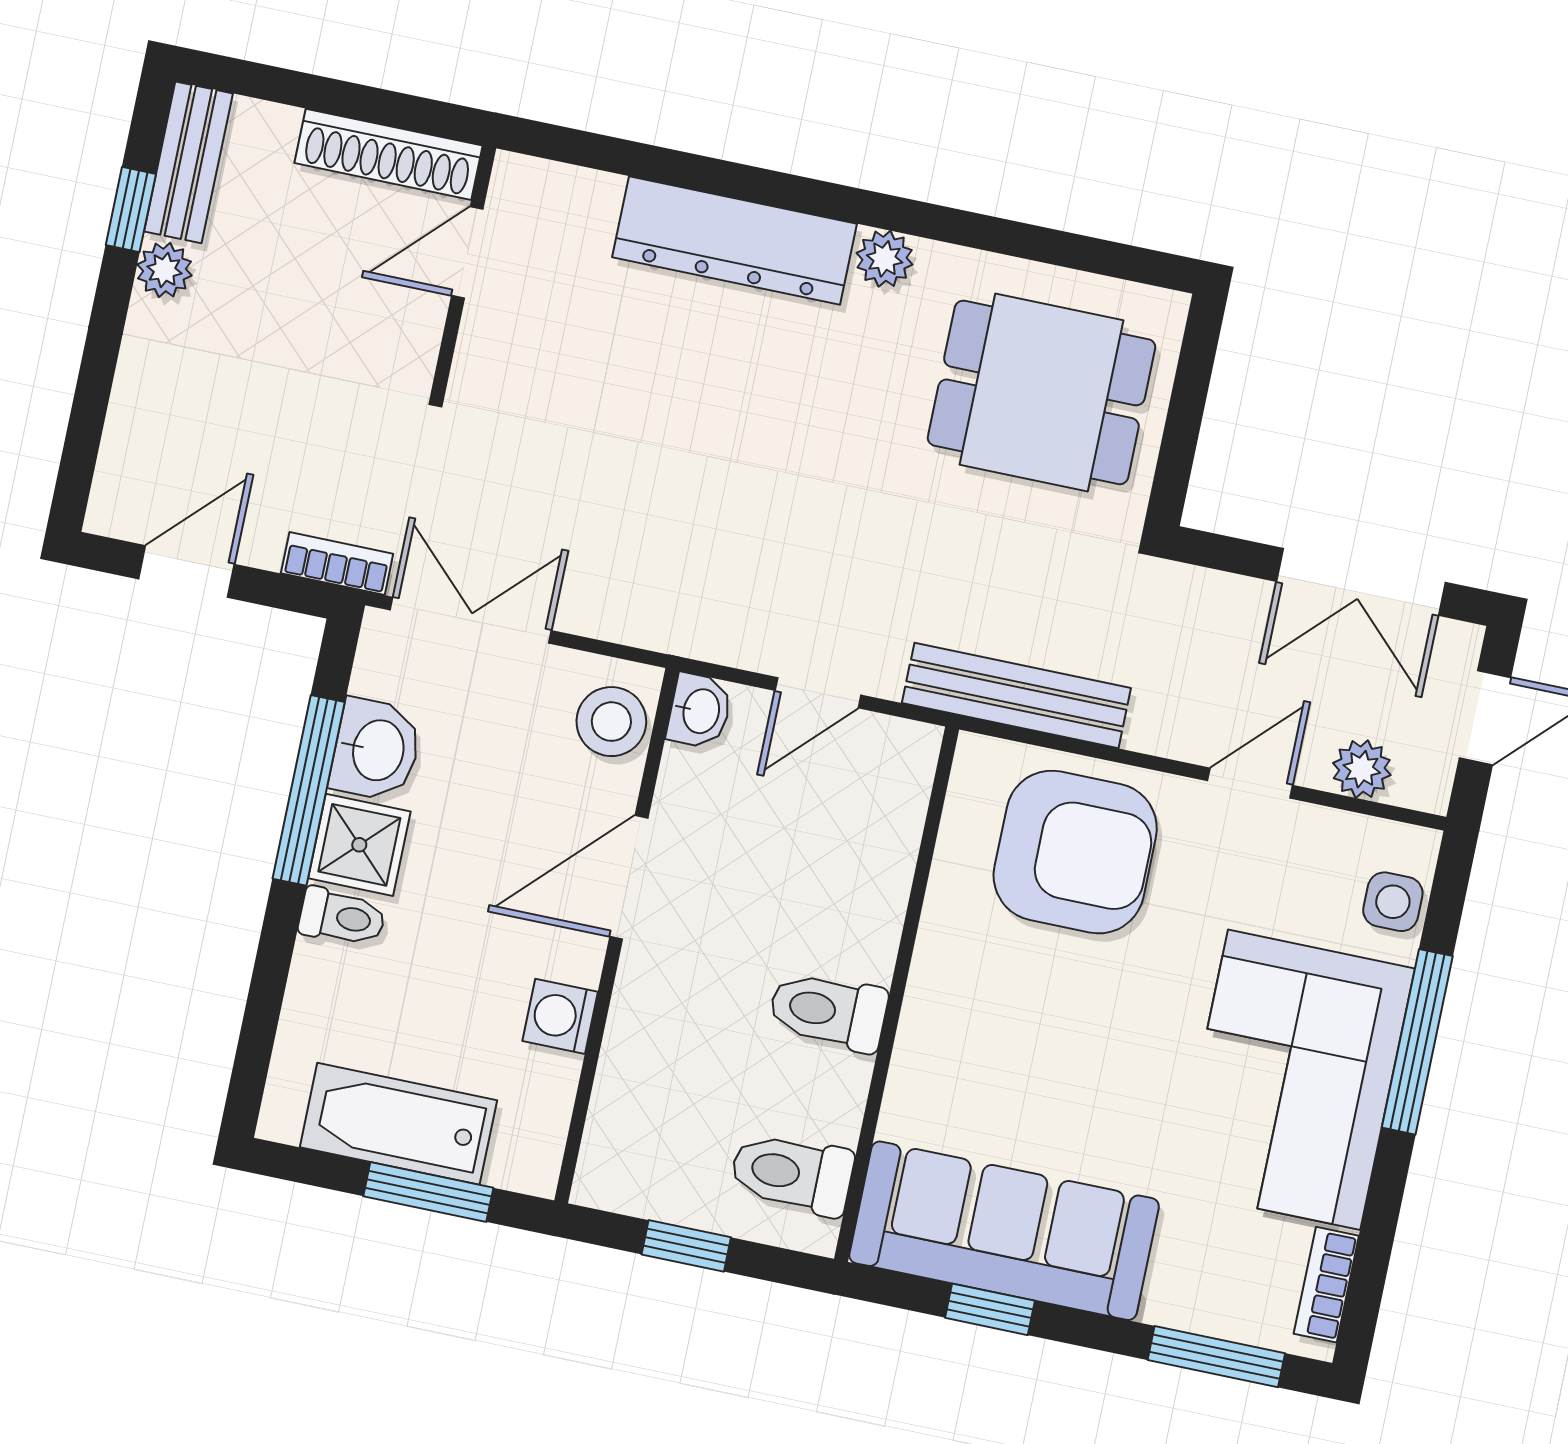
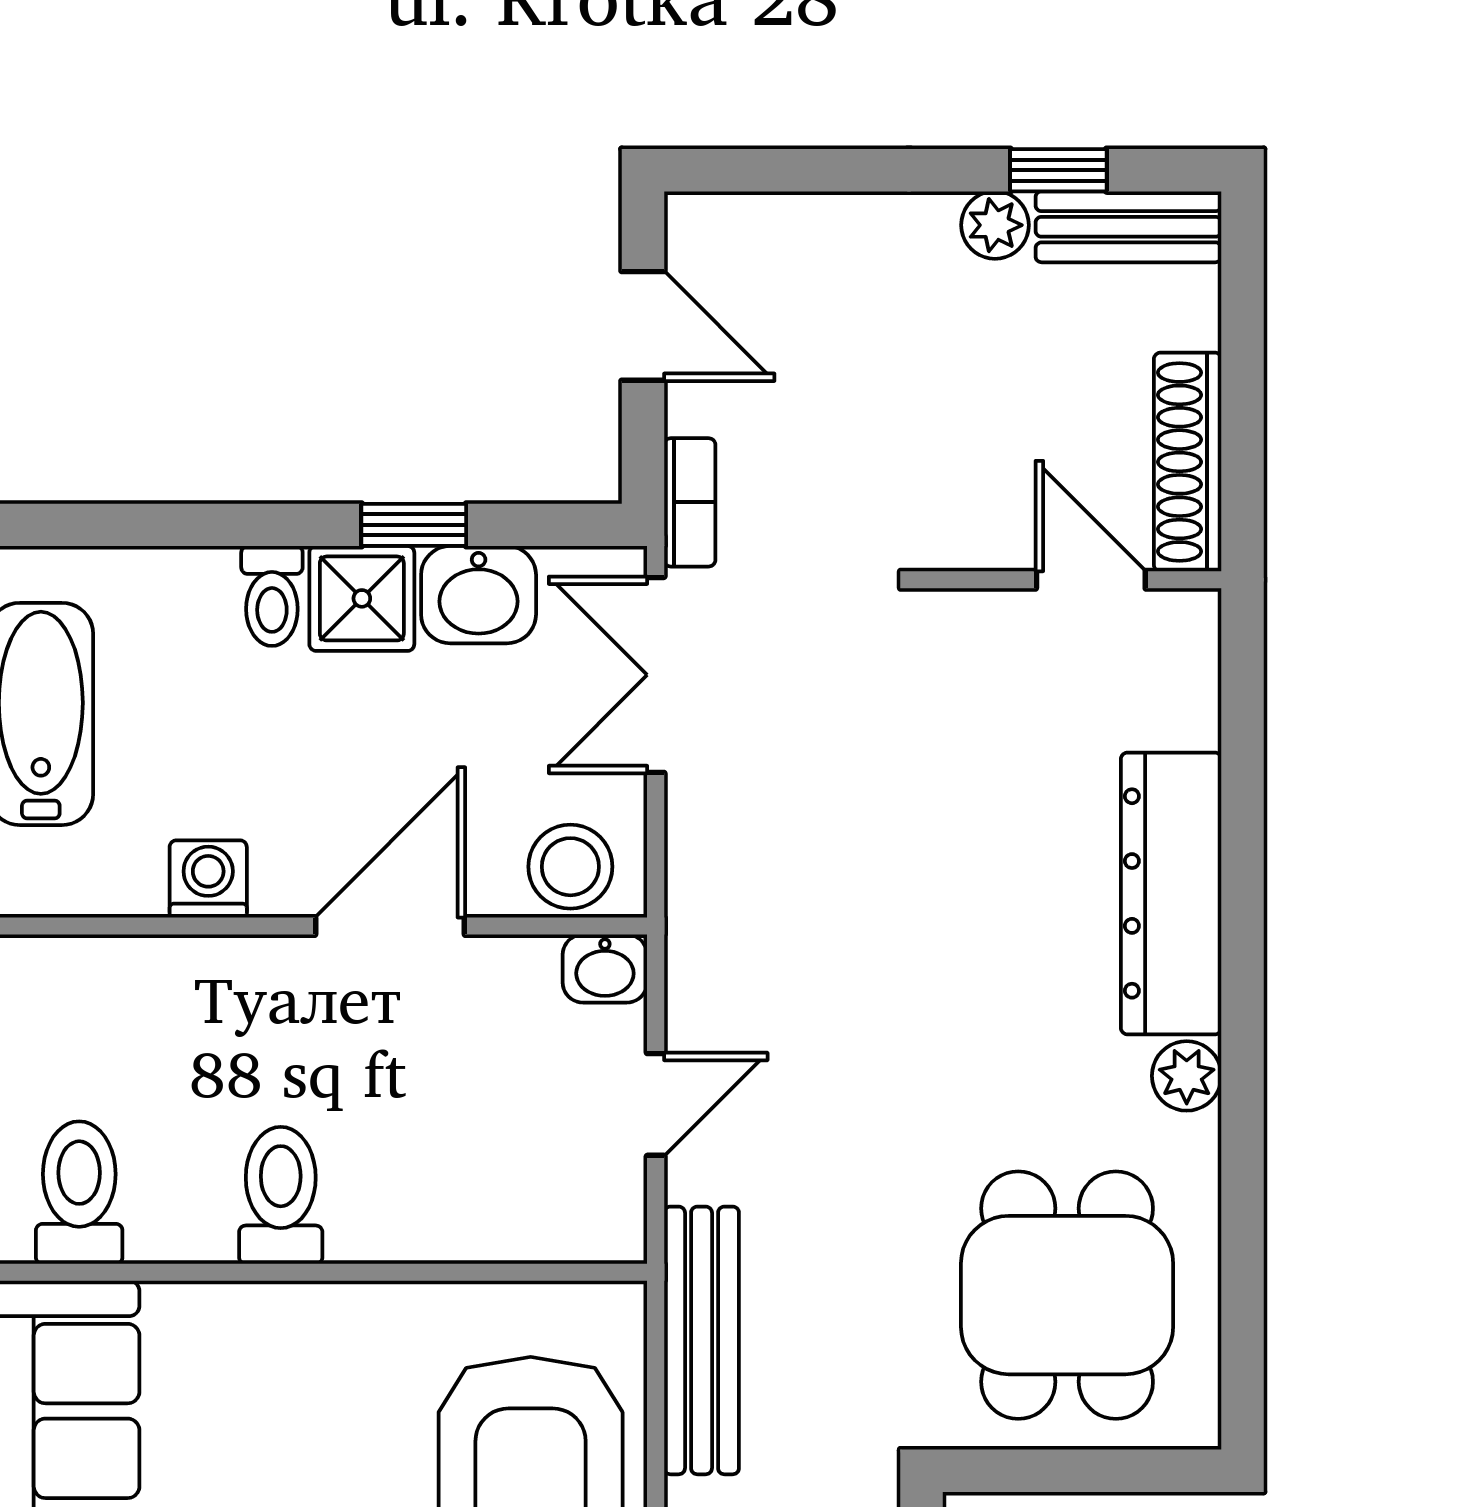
double door: (471, 620) -> (656, 675), swing flipped
door: (818, 693) -> (656, 1104), swing flipped
window: (309, 790) -> (414, 525), width x0.46
door: (629, 877) -> (390, 926), hinge flipped

